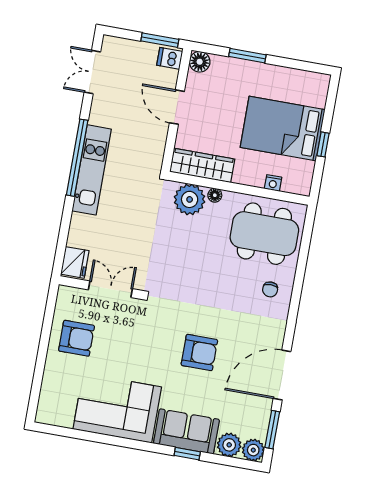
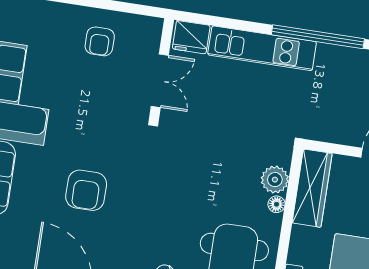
kitchen unit: (92, 170) -> (262, 48), moved
plant: (190, 199) -> (275, 180), width x0.73, depth x0.73
armchair: (77, 338) -> (100, 41), width x0.72, depth x0.72

